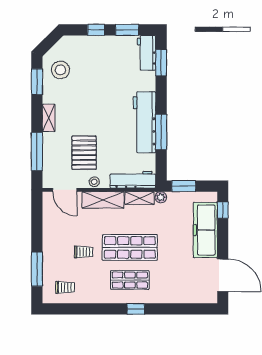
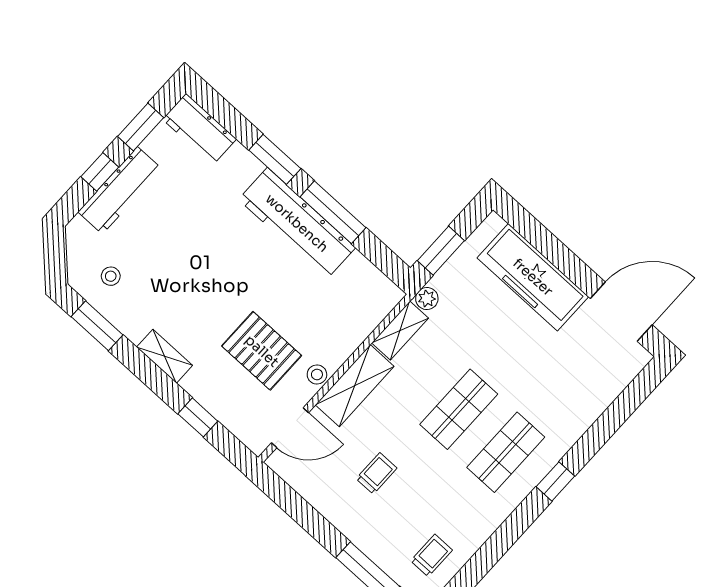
window: (161, 63) -> (275, 159), moved
stool: (60, 70) -> (111, 276), width x0.53, depth x0.53
window: (37, 152) -> (198, 417), width x0.46
workbench: (133, 180) -> (120, 190), moved, turned 180
window: (223, 210) -> (527, 226), removed
shop shelf: (130, 247) -> (459, 409), width x0.70, depth x0.74
trolley: (84, 252) -> (377, 473), moved

